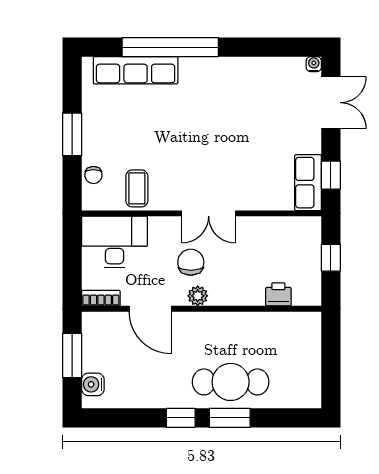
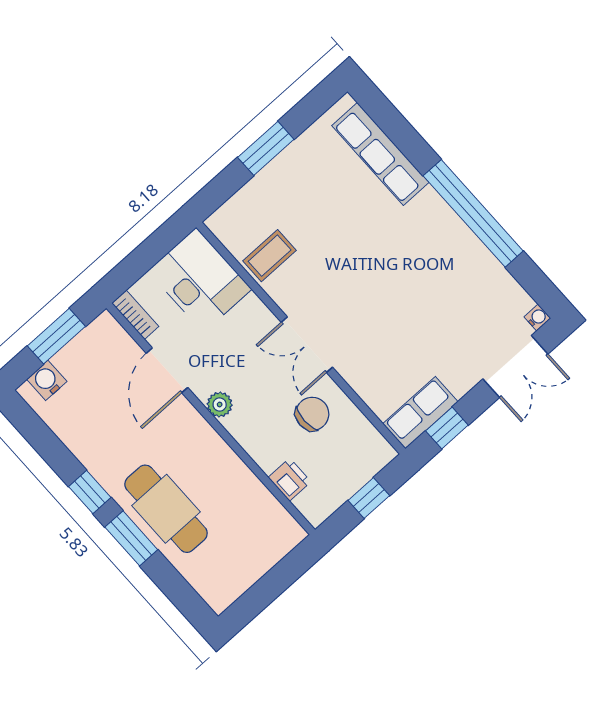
window: (170, 47) -> (473, 213), moved
chair: (93, 175) -> (245, 203), removed
chair: (191, 262) -> (312, 414), moved

